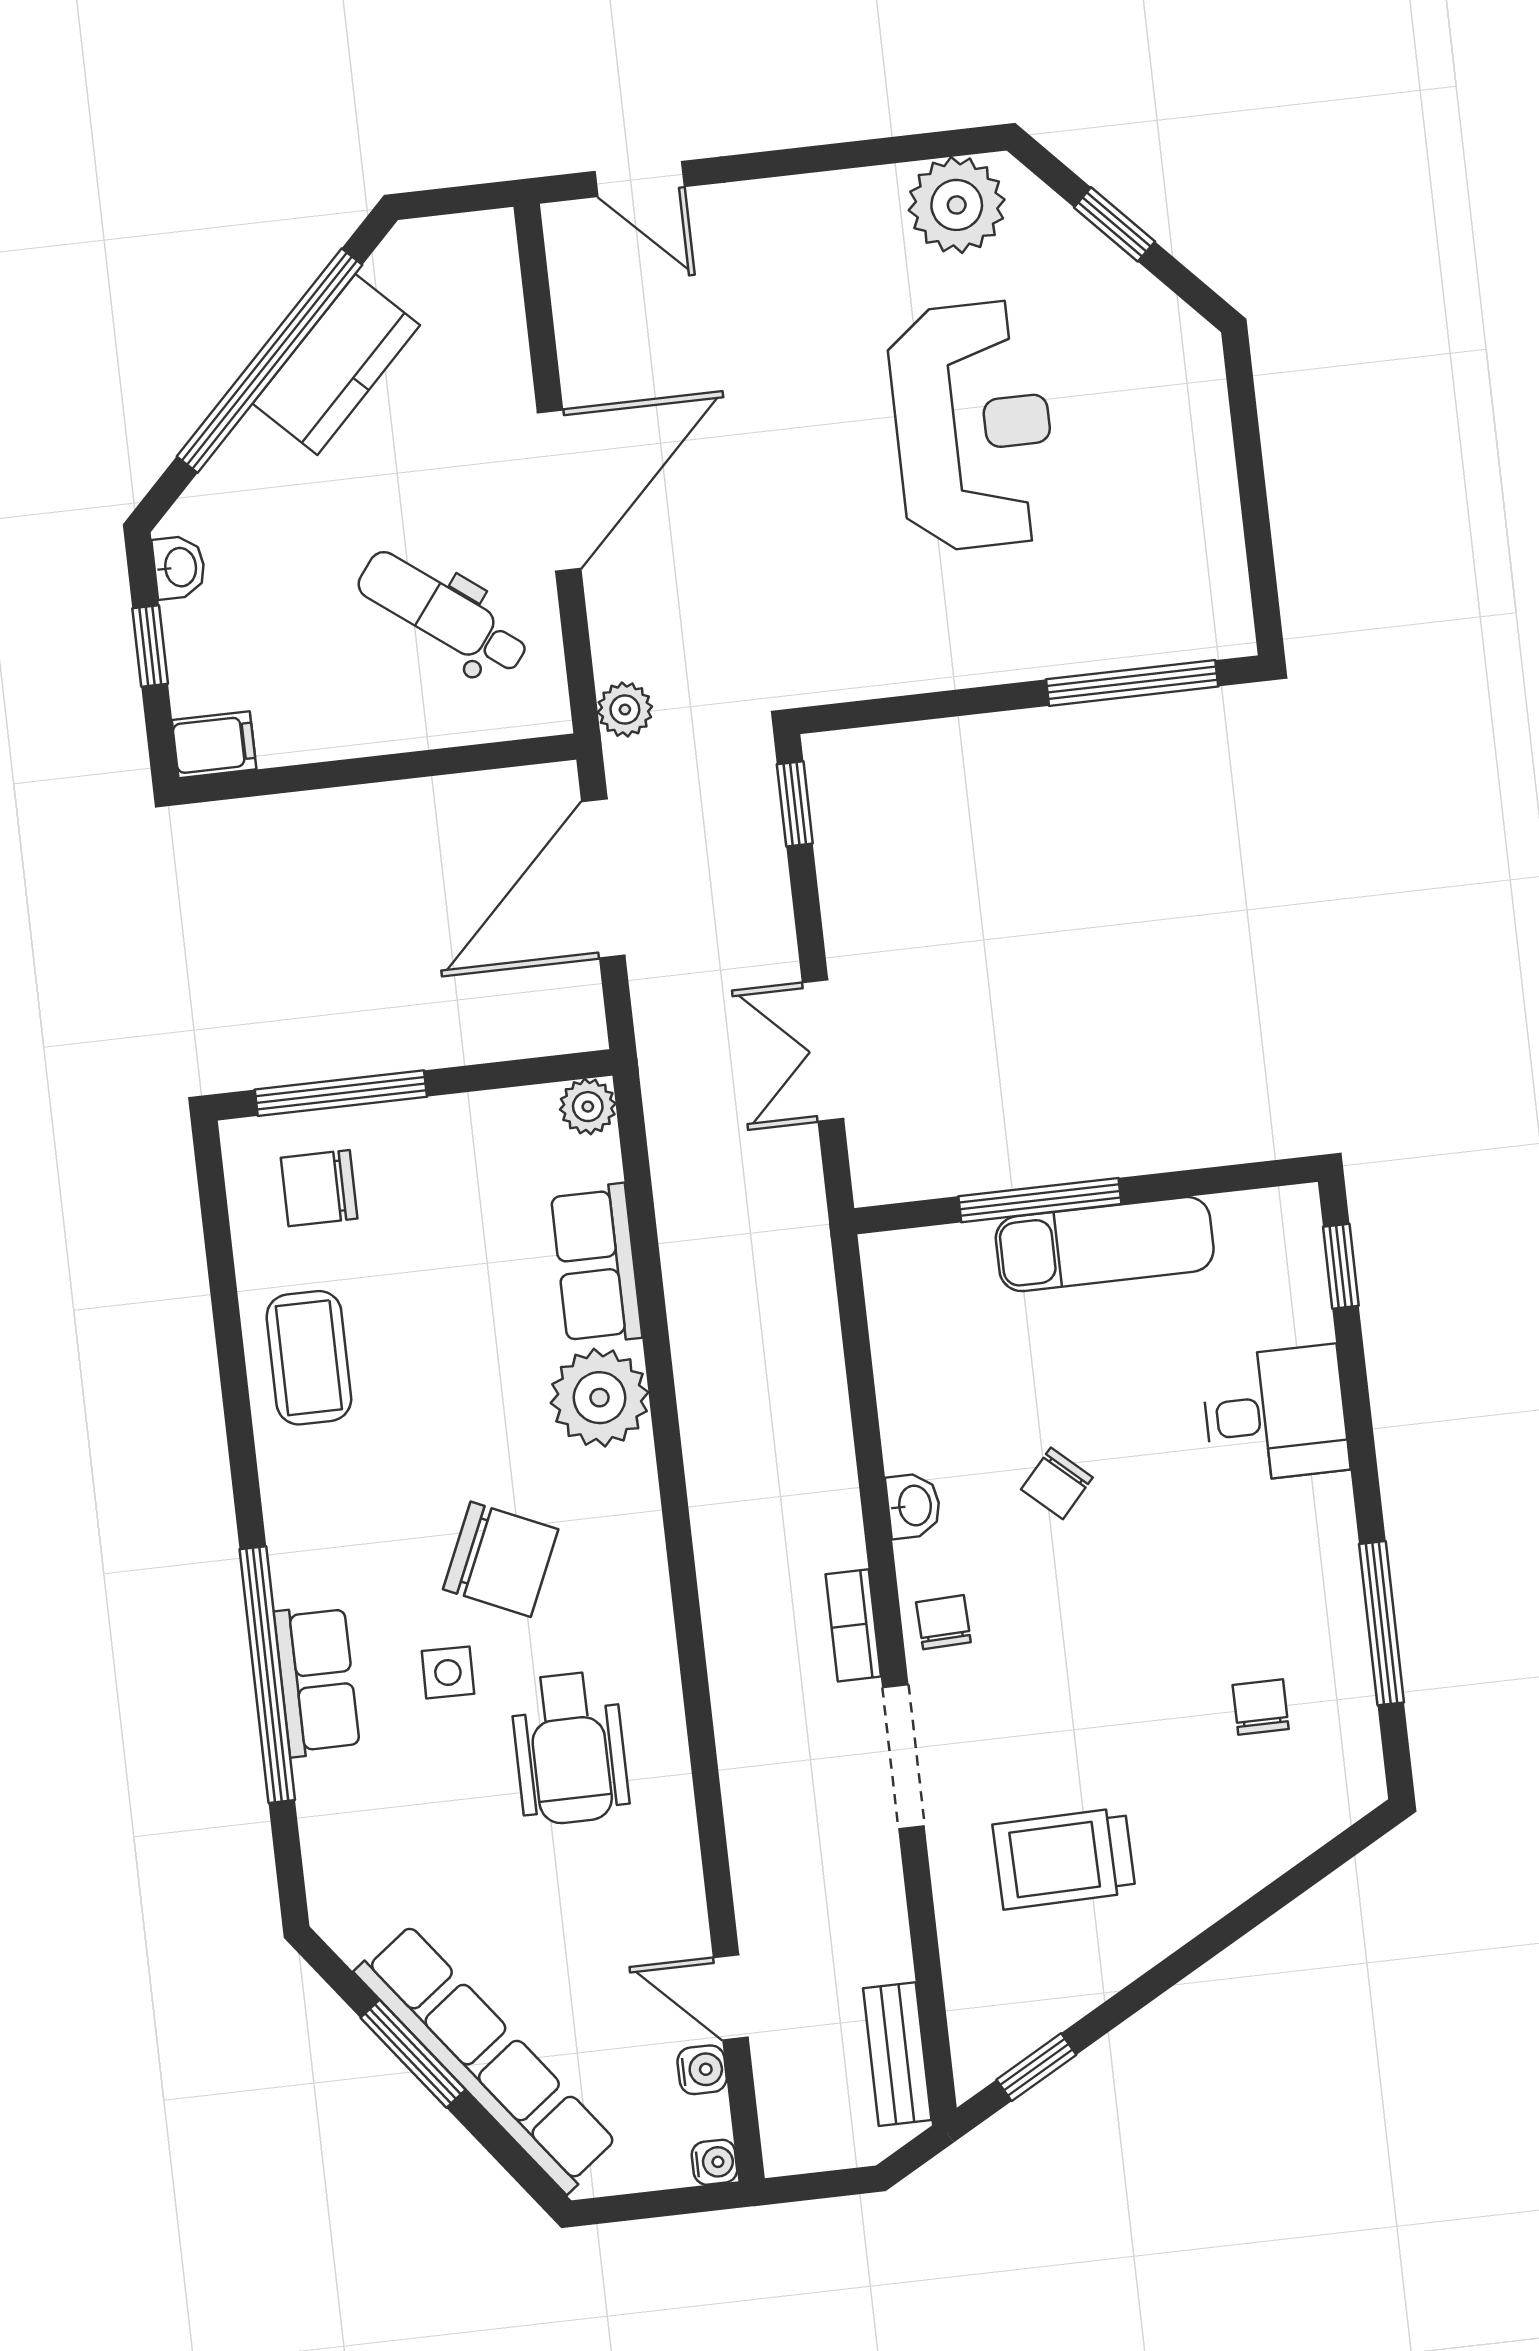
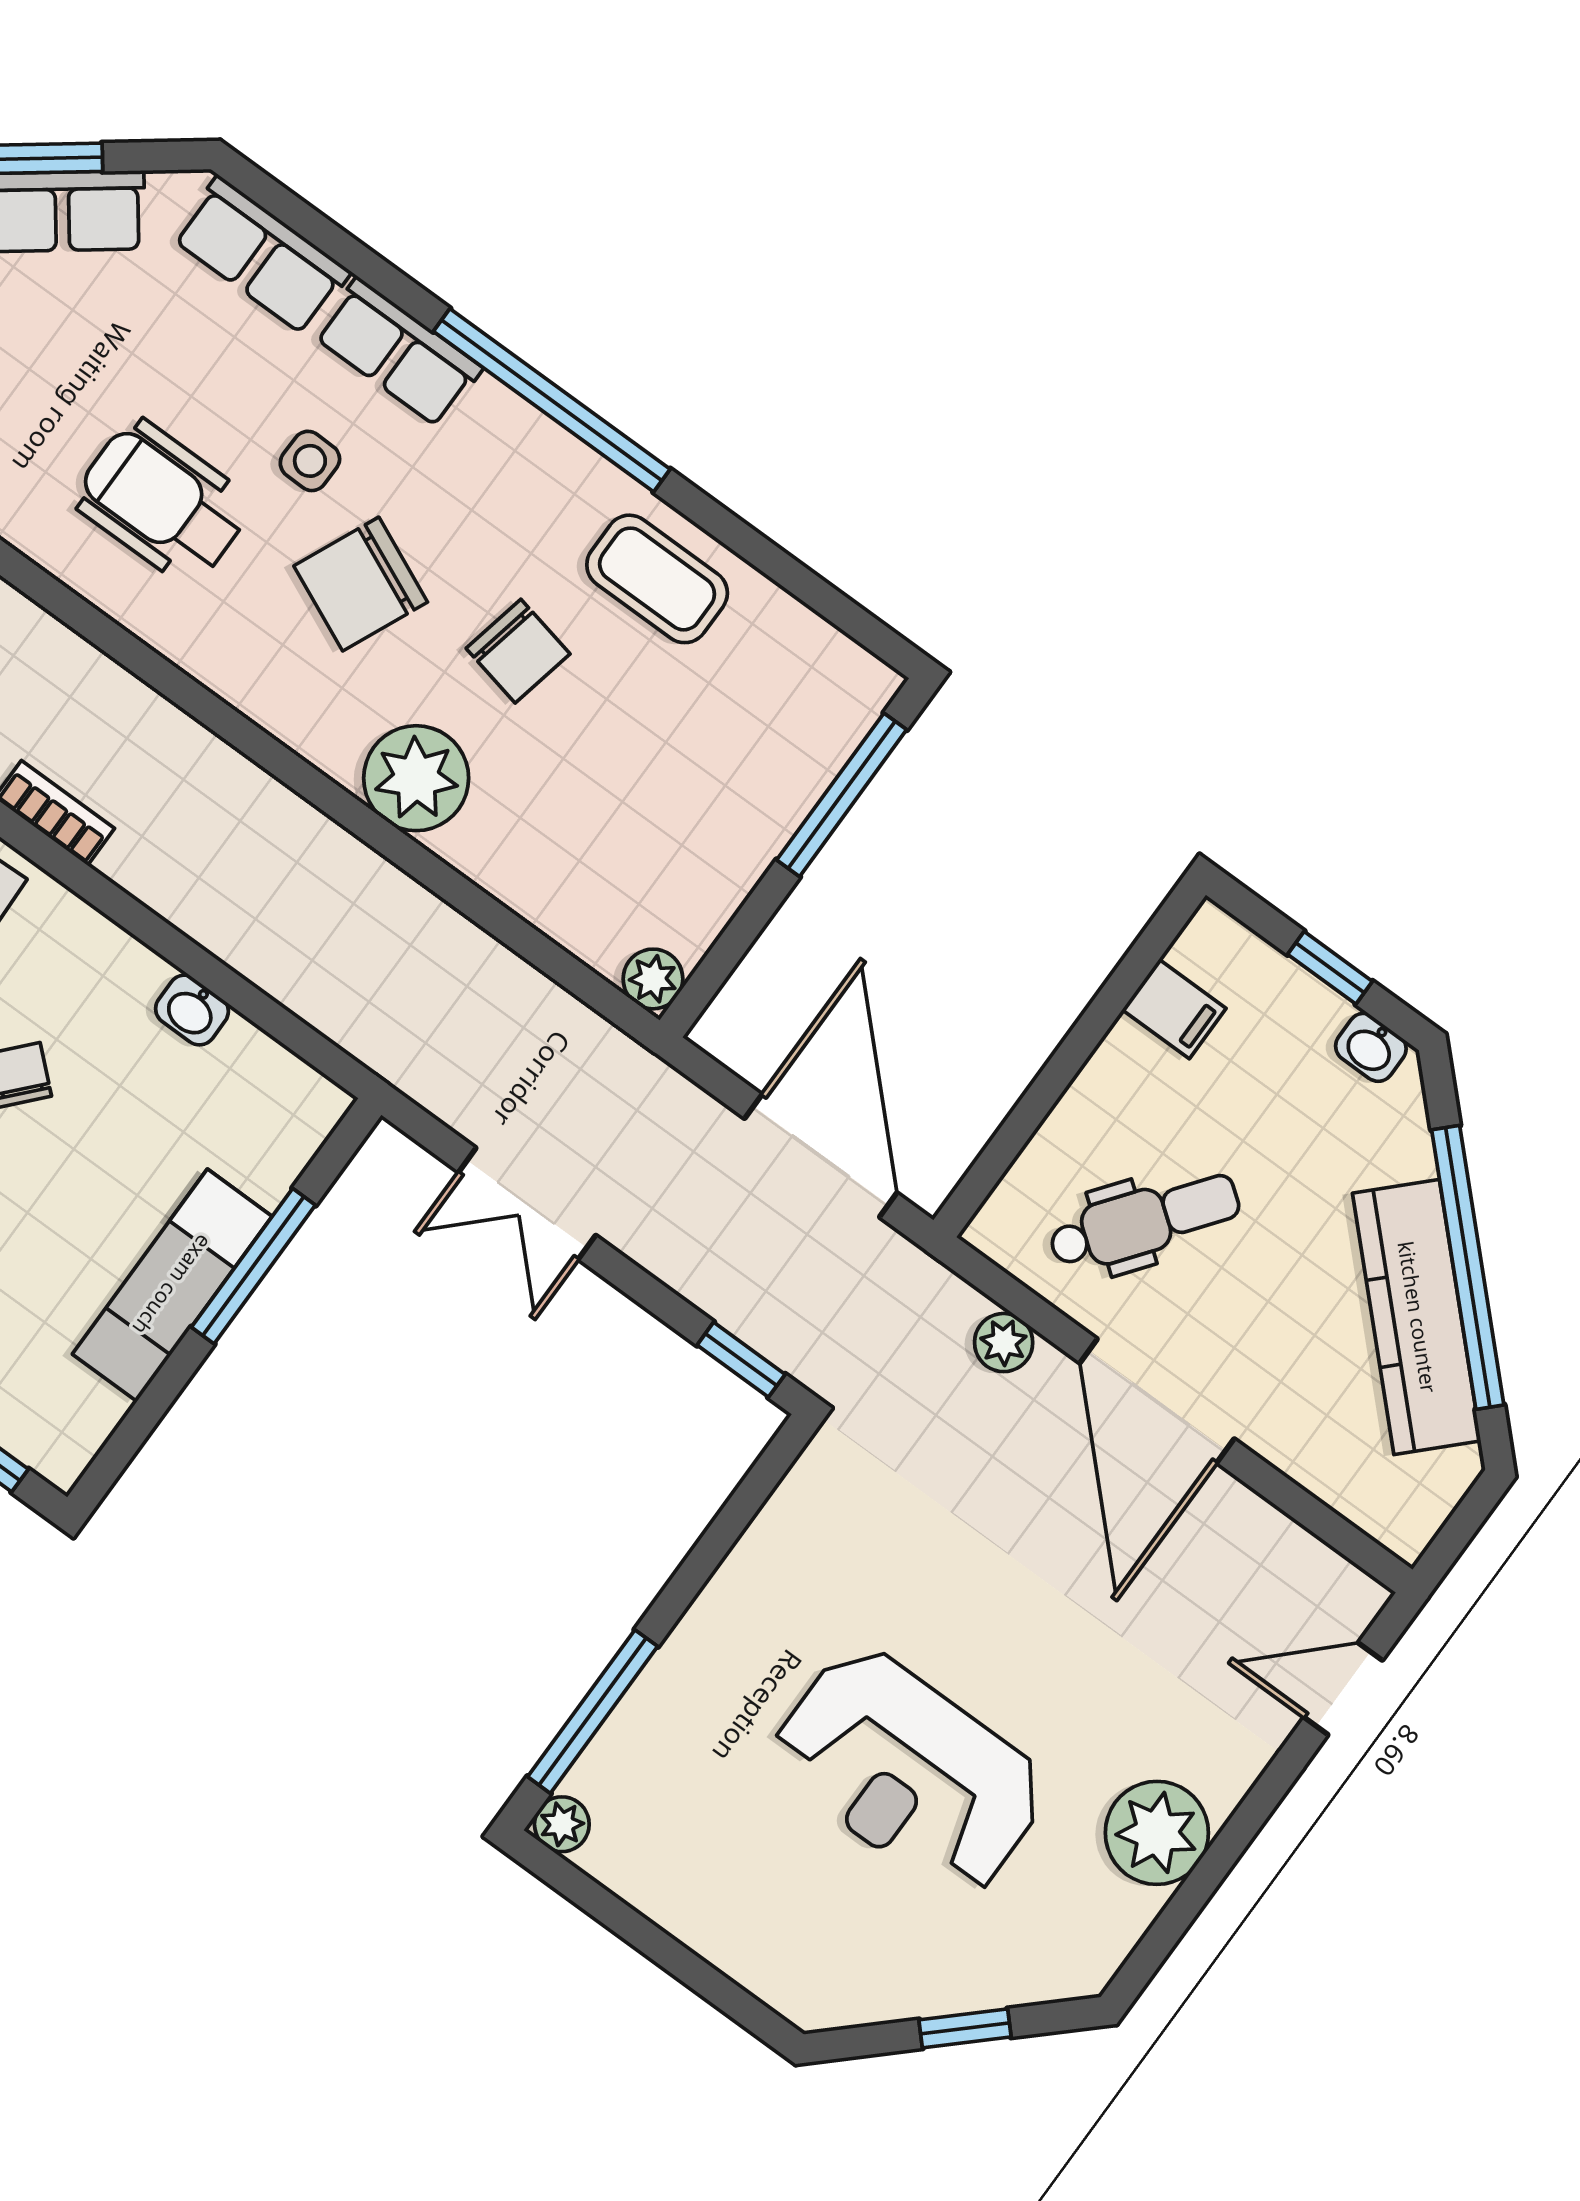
plant: (957, 205) -> (1157, 1833), moved
kitchen counter: (336, 364) -> (1417, 1317), width x1.50
plant: (1229, 633) -> (562, 1824), added
plant: (625, 710) -> (1004, 1343), moved
filing cabinet: (214, 745) -> (1174, 1009), moved, turned -90
double door: (823, 1051) -> (527, 1204), swing flipped
chair: (319, 1188) -> (518, 651), moved, turned 102
row of seats: (596, 1264) -> (261, 255), moved, turned 180
washbasin: (913, 1506) -> (192, 1010), moved
window: (267, 1675) -> (552, 400), moved

